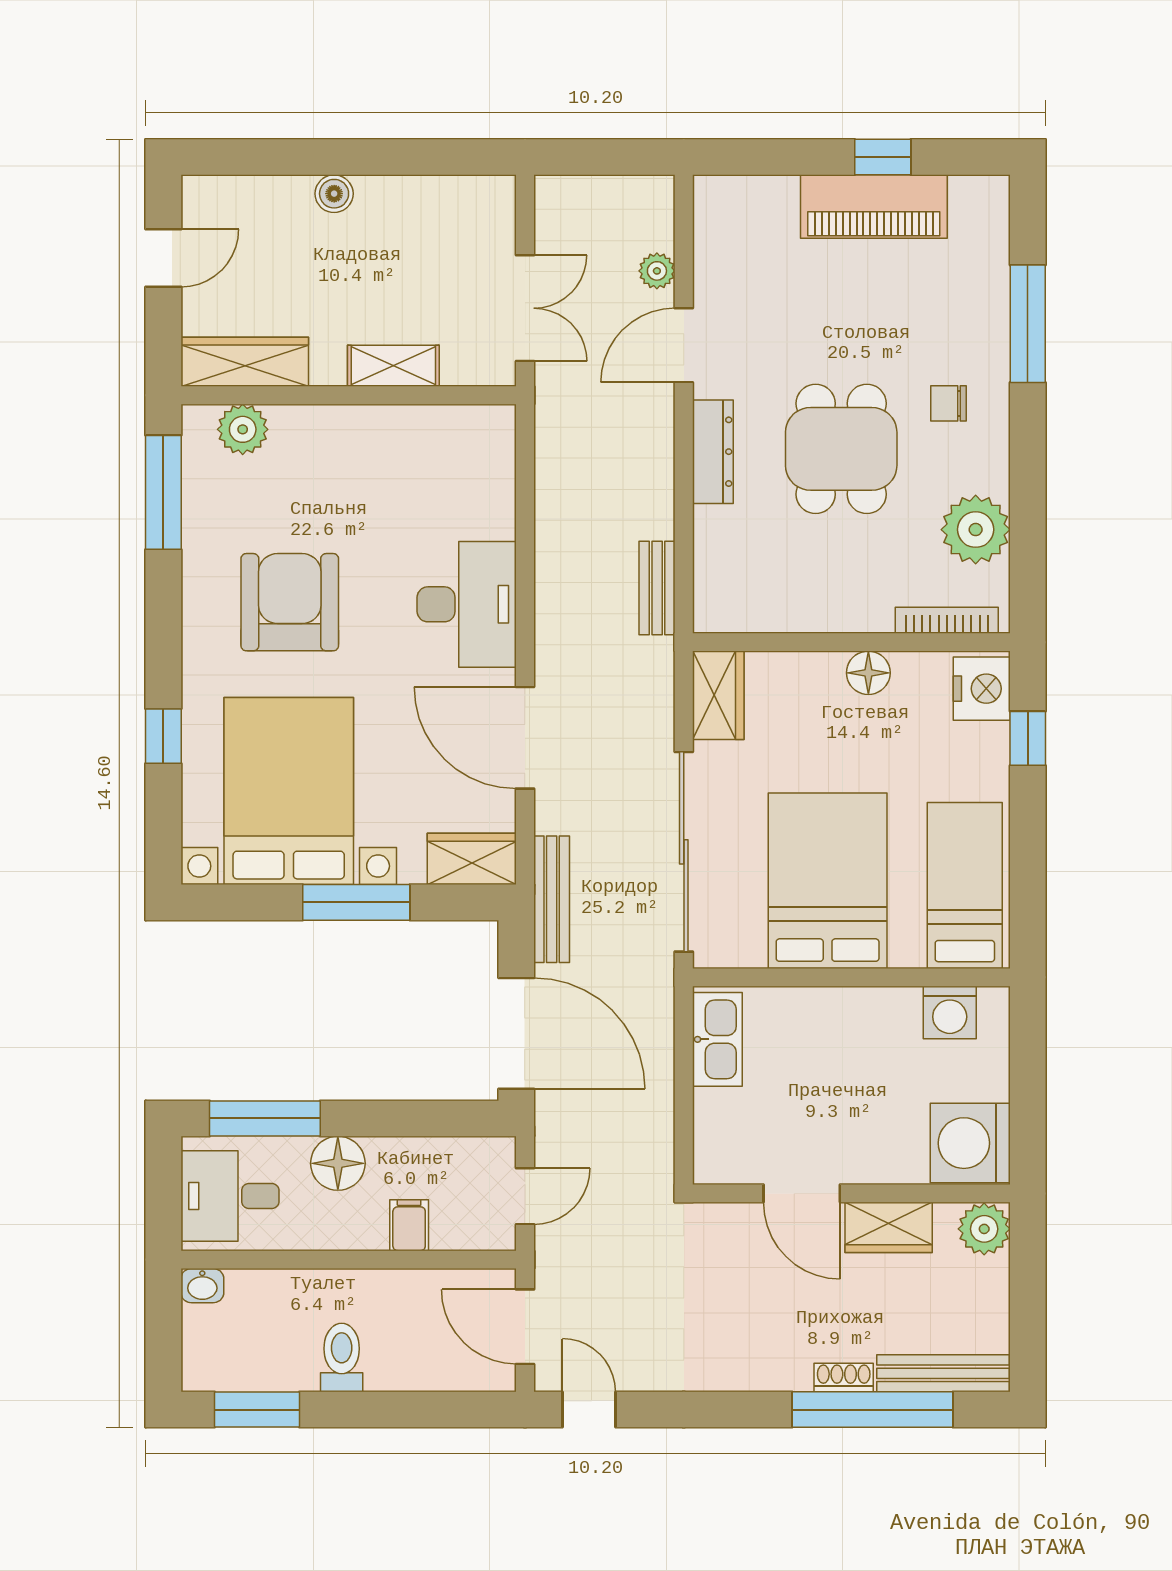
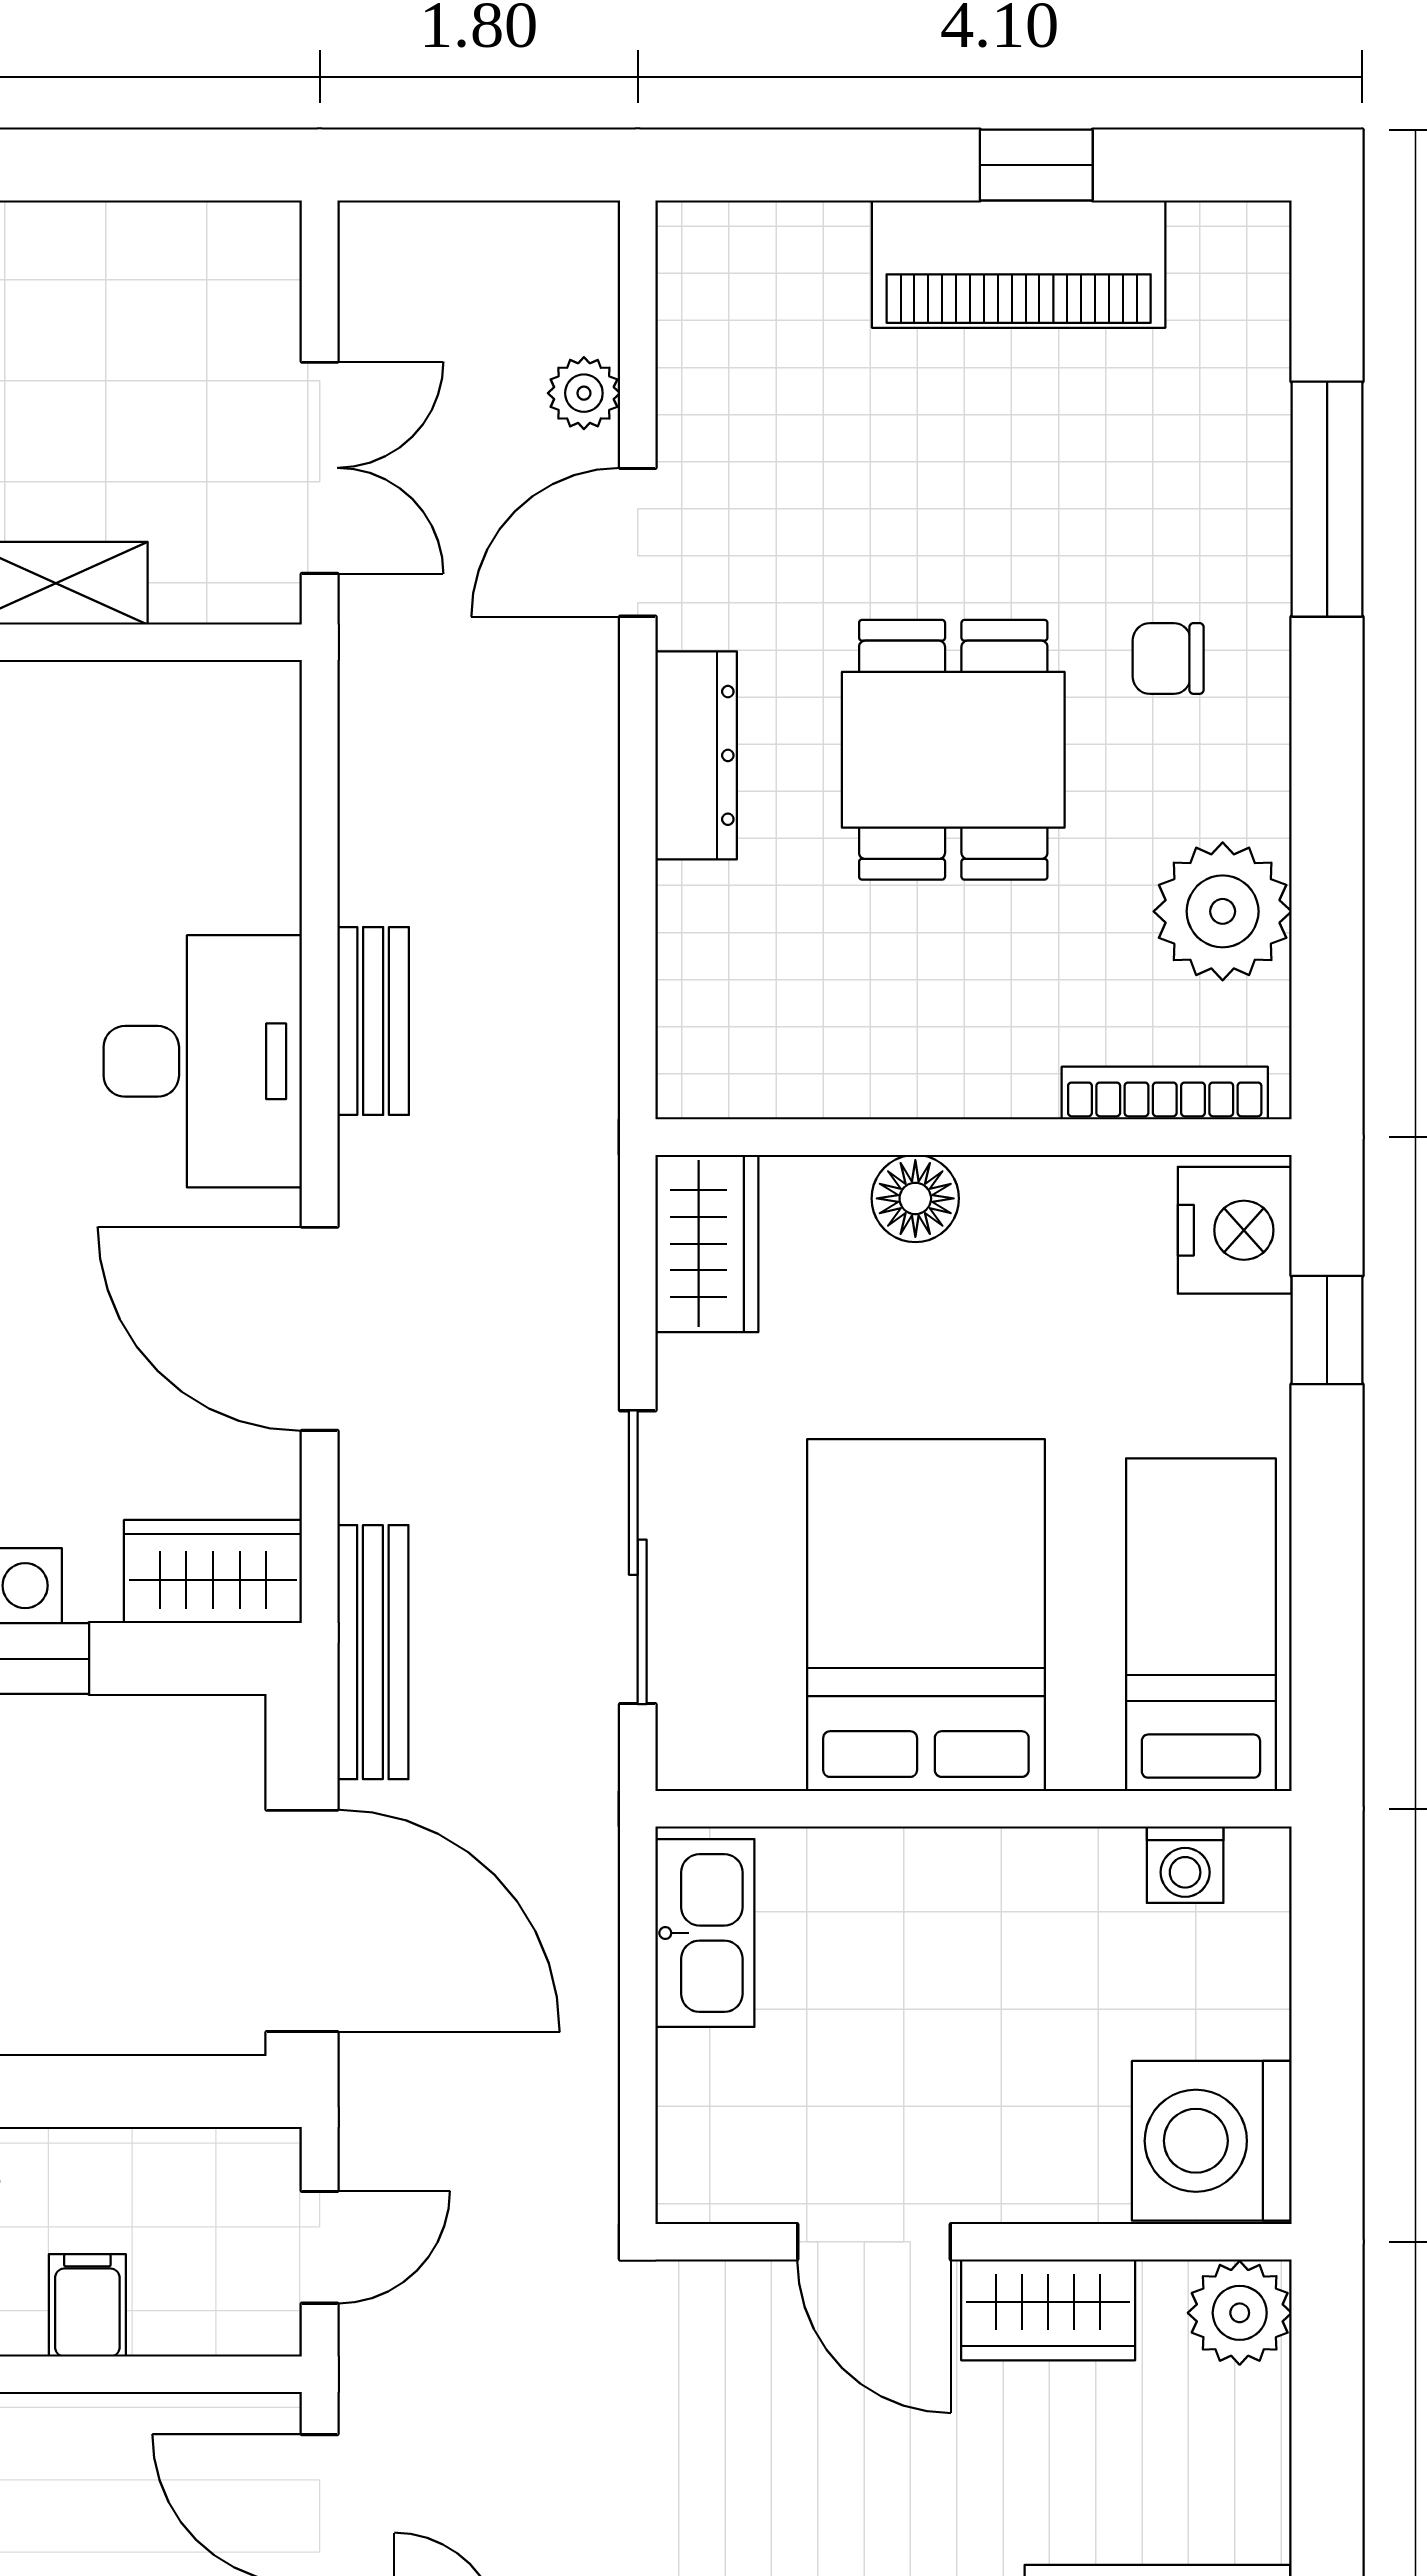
bench: (657, 588) -> (373, 1021), moved
floor lamp: (868, 673) -> (915, 1198), moved
sliding door: (684, 852) -> (638, 1557), width x0.73
washing machine: (950, 1012) -> (1185, 1865), width x0.73, depth x0.73

